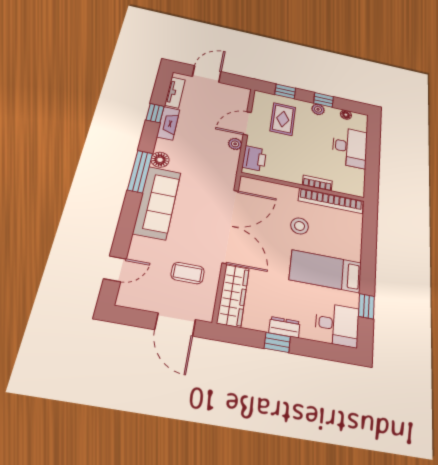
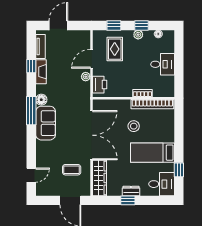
desk: (350, 147) -> (163, 64), width x0.73
sofa: (157, 203) -> (46, 123), width x0.73

